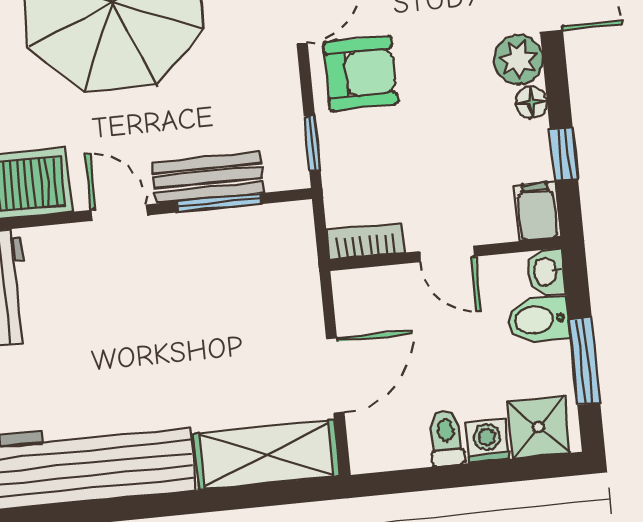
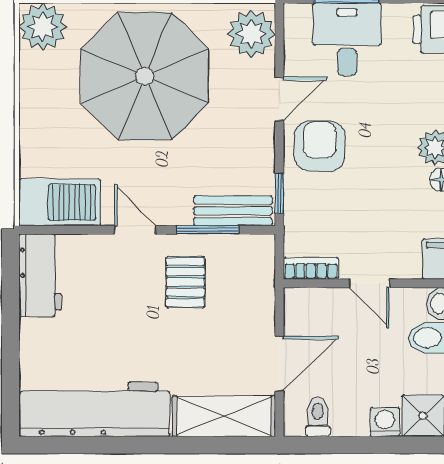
armchair: (361, 73) -> (320, 146), turned -89
bench: (208, 178) -> (233, 211), moved
pallet: (196, 277) -> (185, 282), added
toilet: (446, 438) -> (318, 417), moved

